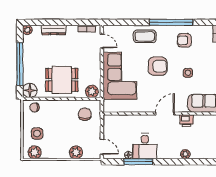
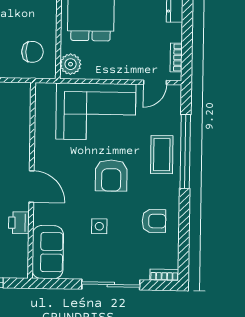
window: (171, 22) -> (185, 151), moved
armchair: (184, 40) -> (154, 221), turned 90

